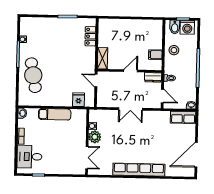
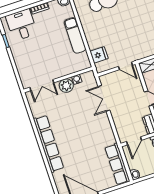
door: (96, 81) -> (125, 66), swing flipped
double door: (131, 109) -> (104, 98), moved
row of seats: (183, 117) -> (117, 164), width x1.48

